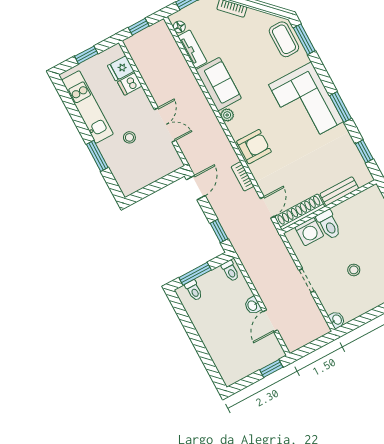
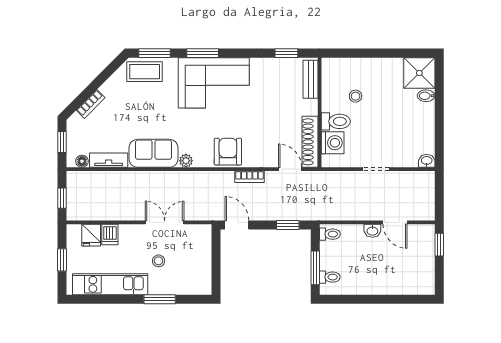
window: (341, 107) -> (203, 53), moved
bench: (339, 191) -> (311, 79), moved
stool: (354, 270) -> (356, 96), moved

